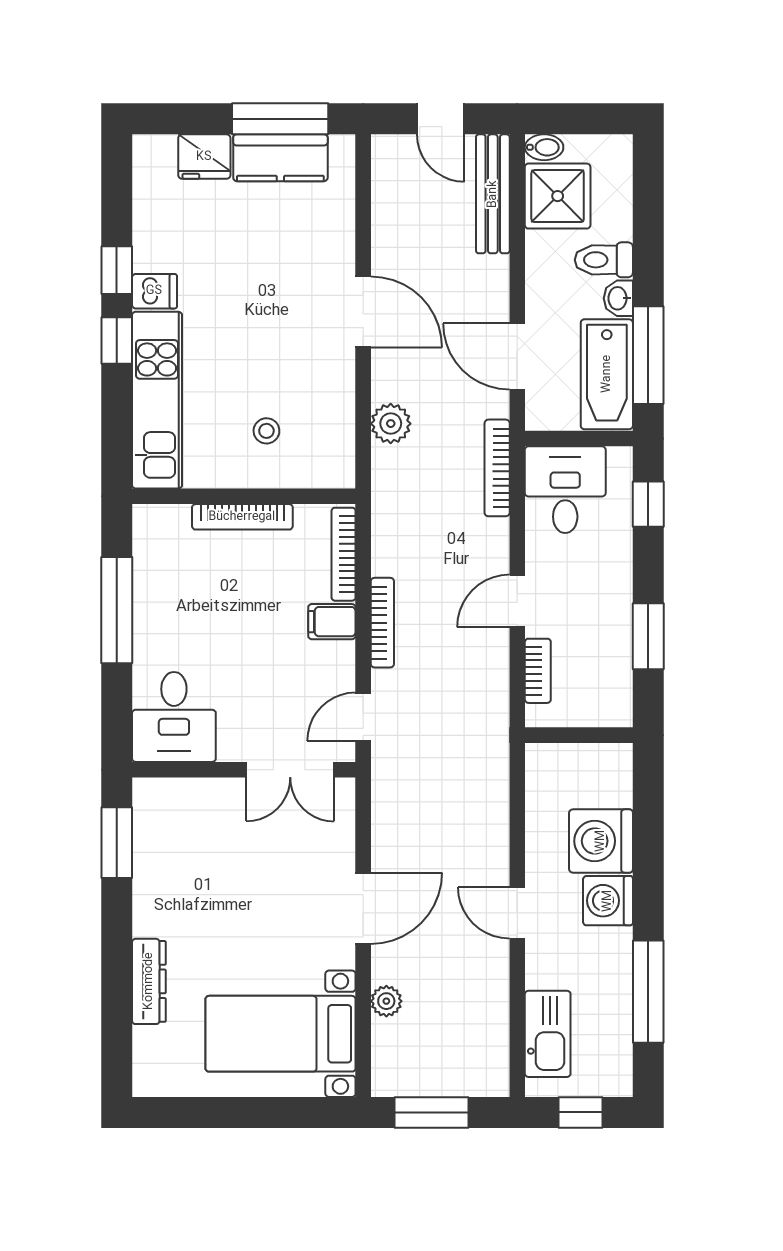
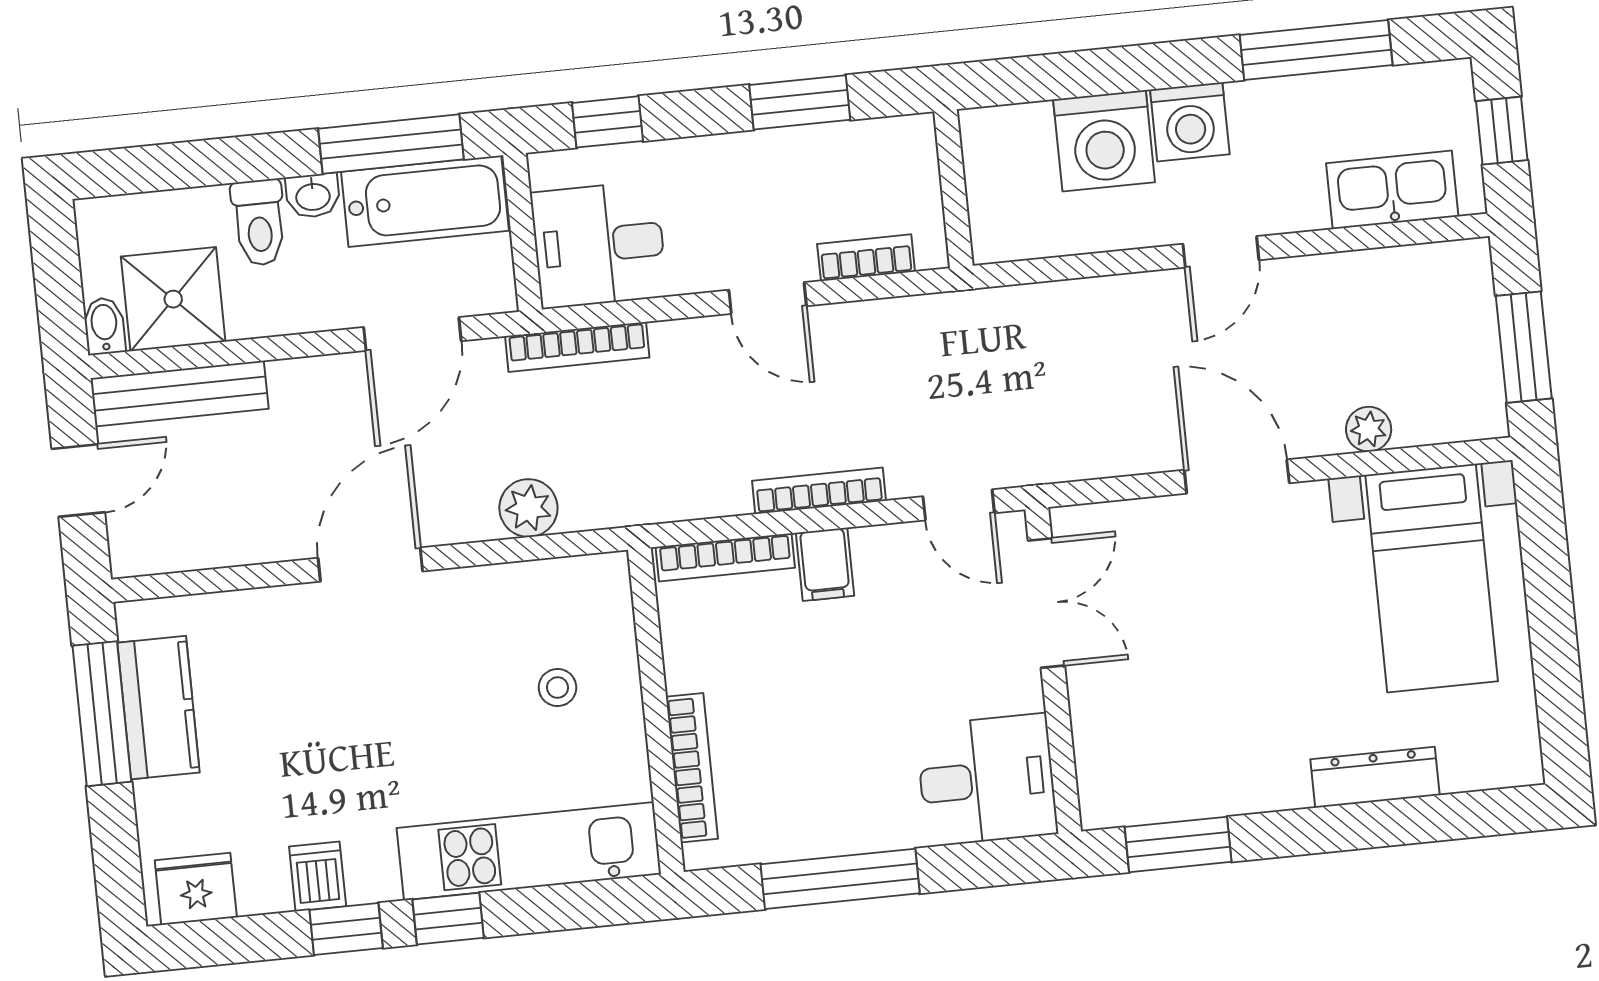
fridge: (204, 157) -> (196, 889), moved, turned -90
dishwasher: (154, 291) -> (318, 876), moved
bookcase: (242, 517) -> (692, 768), moved

